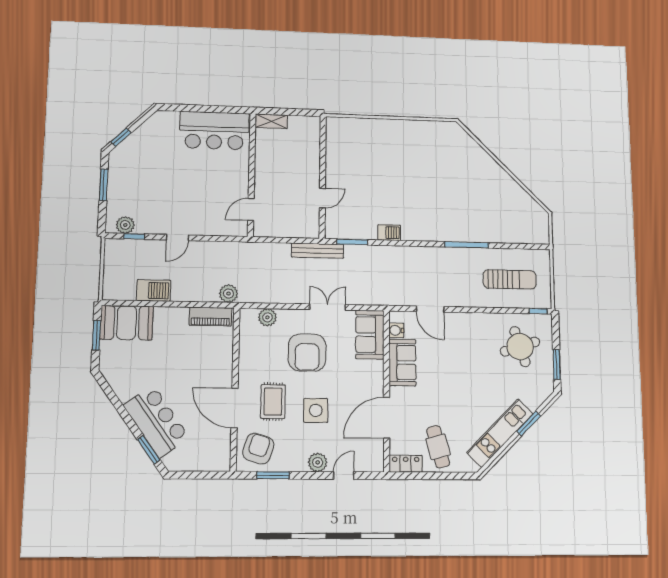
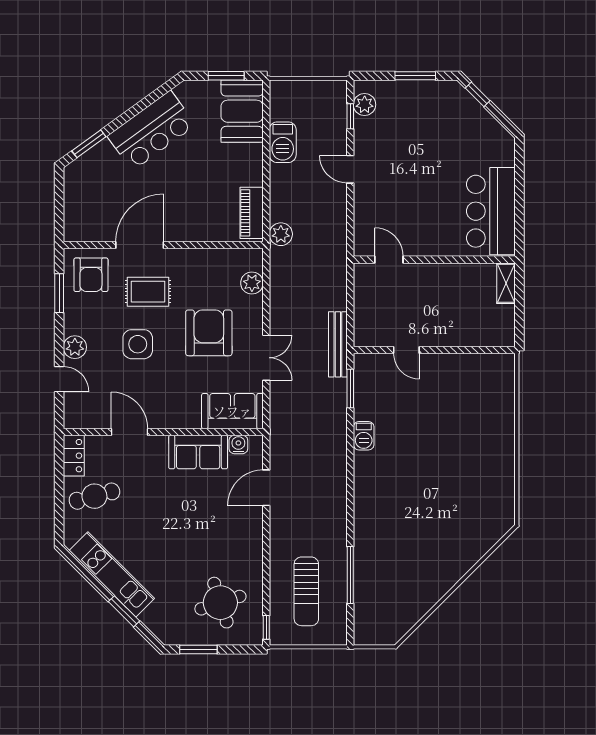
window: (467, 245) -> (350, 575), moved
armchair: (307, 352) -> (209, 333), turned 90
door: (387, 418) -> (129, 432), width x0.73
bar counter: (156, 421) -> (151, 131), moved
armchair: (258, 449) -> (91, 275), turned 73

